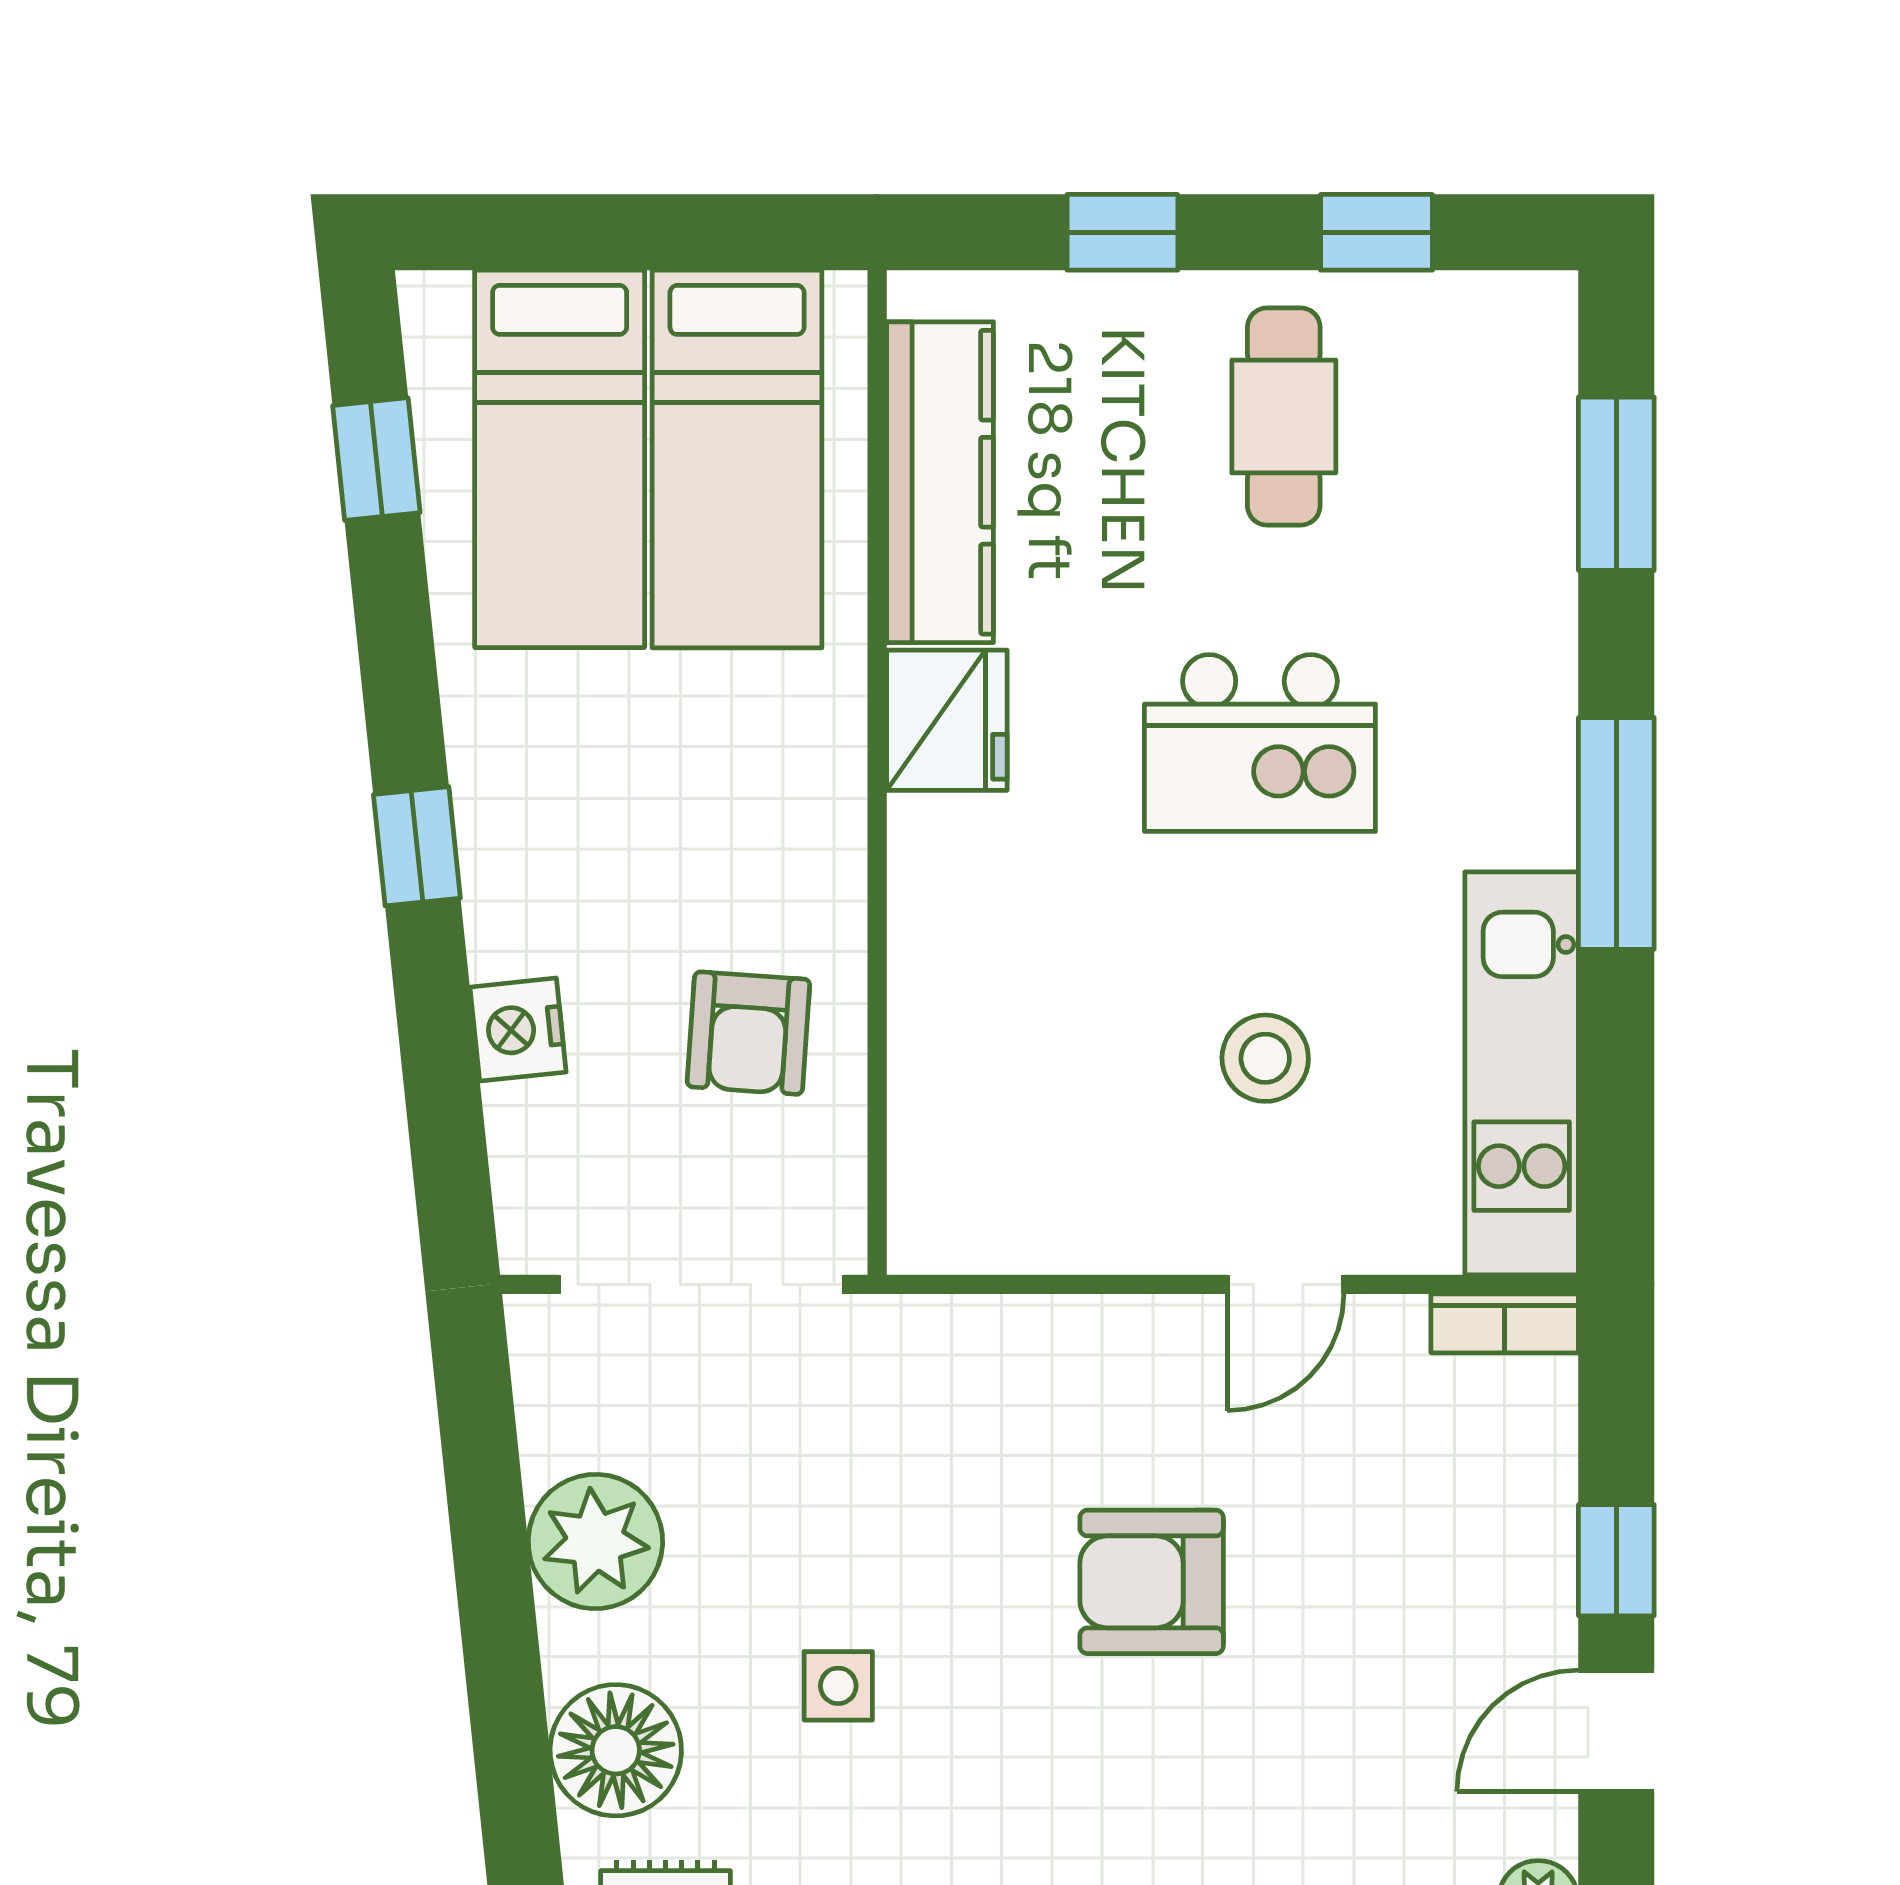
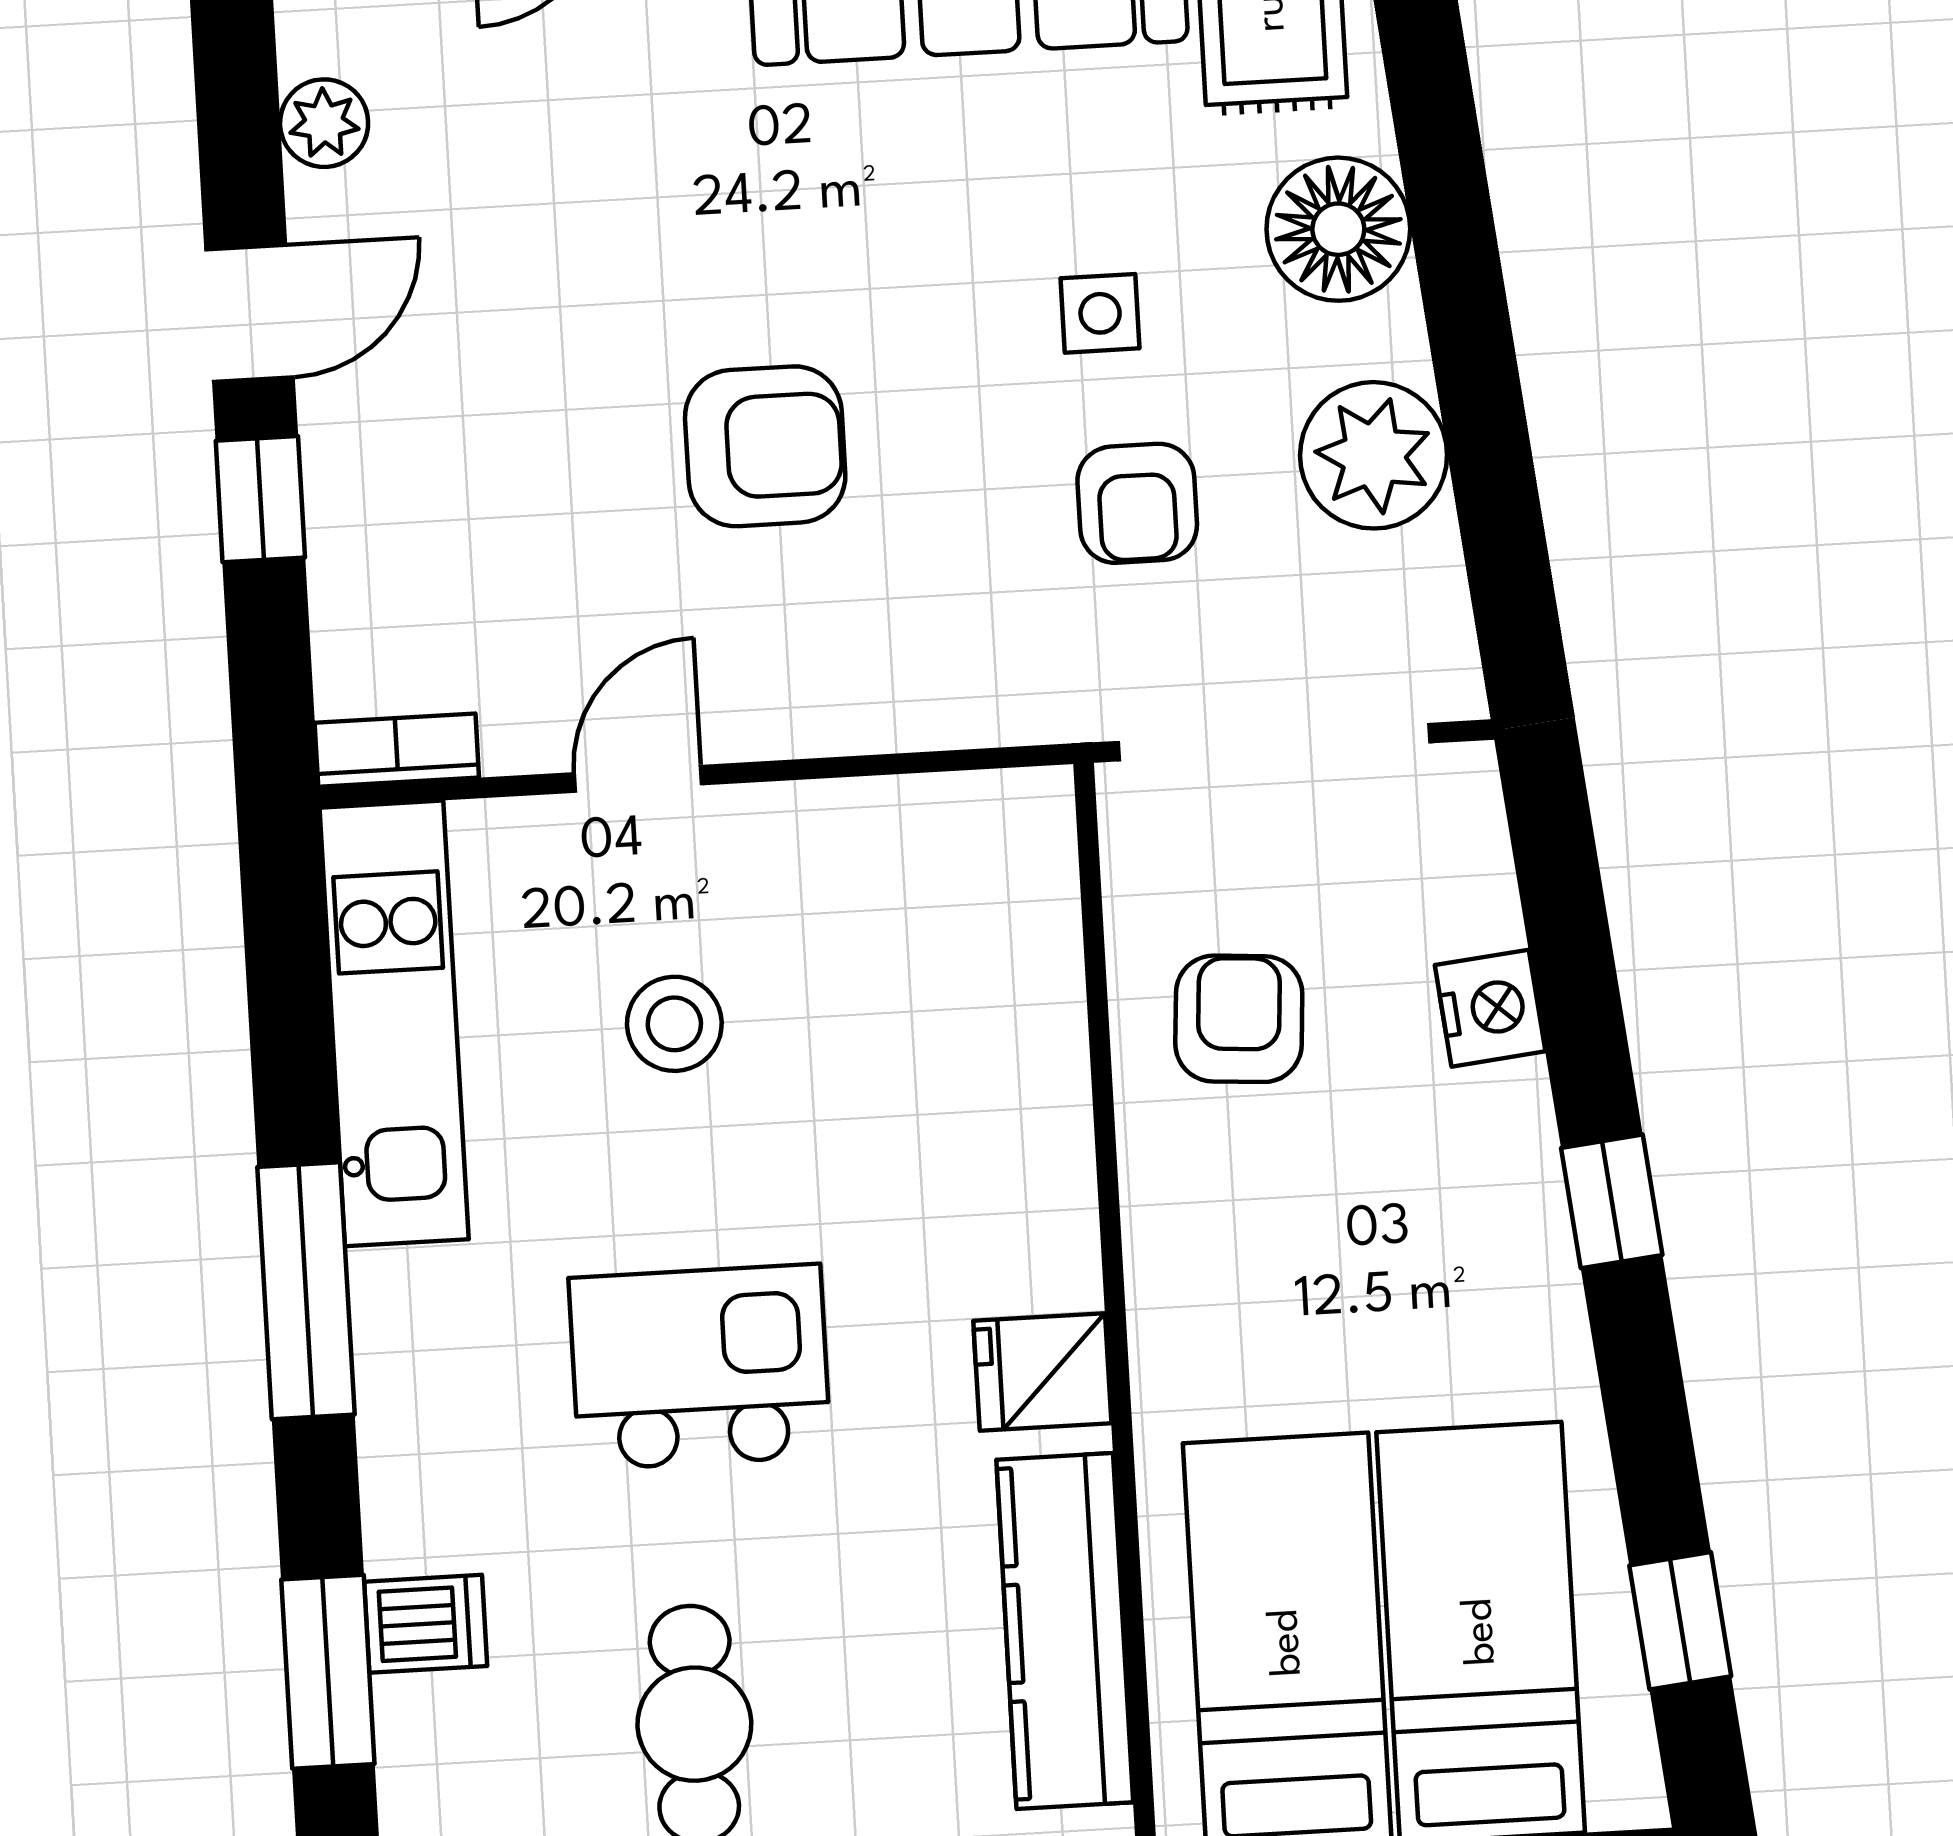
dishwasher: (1524, 522) -> (426, 1624), added
fridge: (947, 720) -> (1042, 1372), width x0.72
armchair: (814, 1510) -> (1137, 503), added

